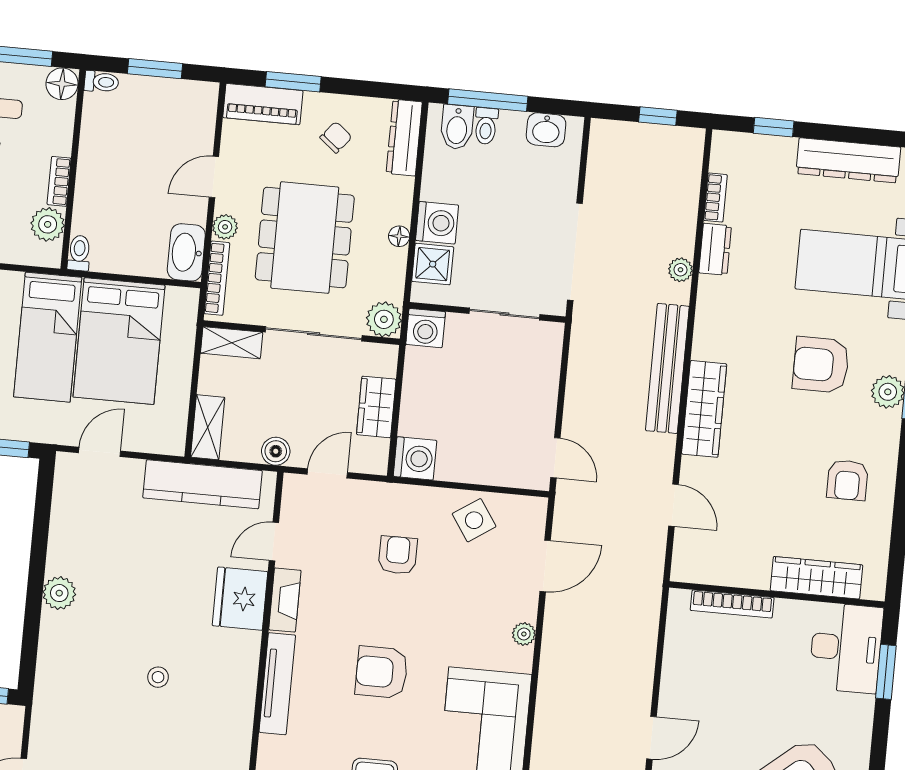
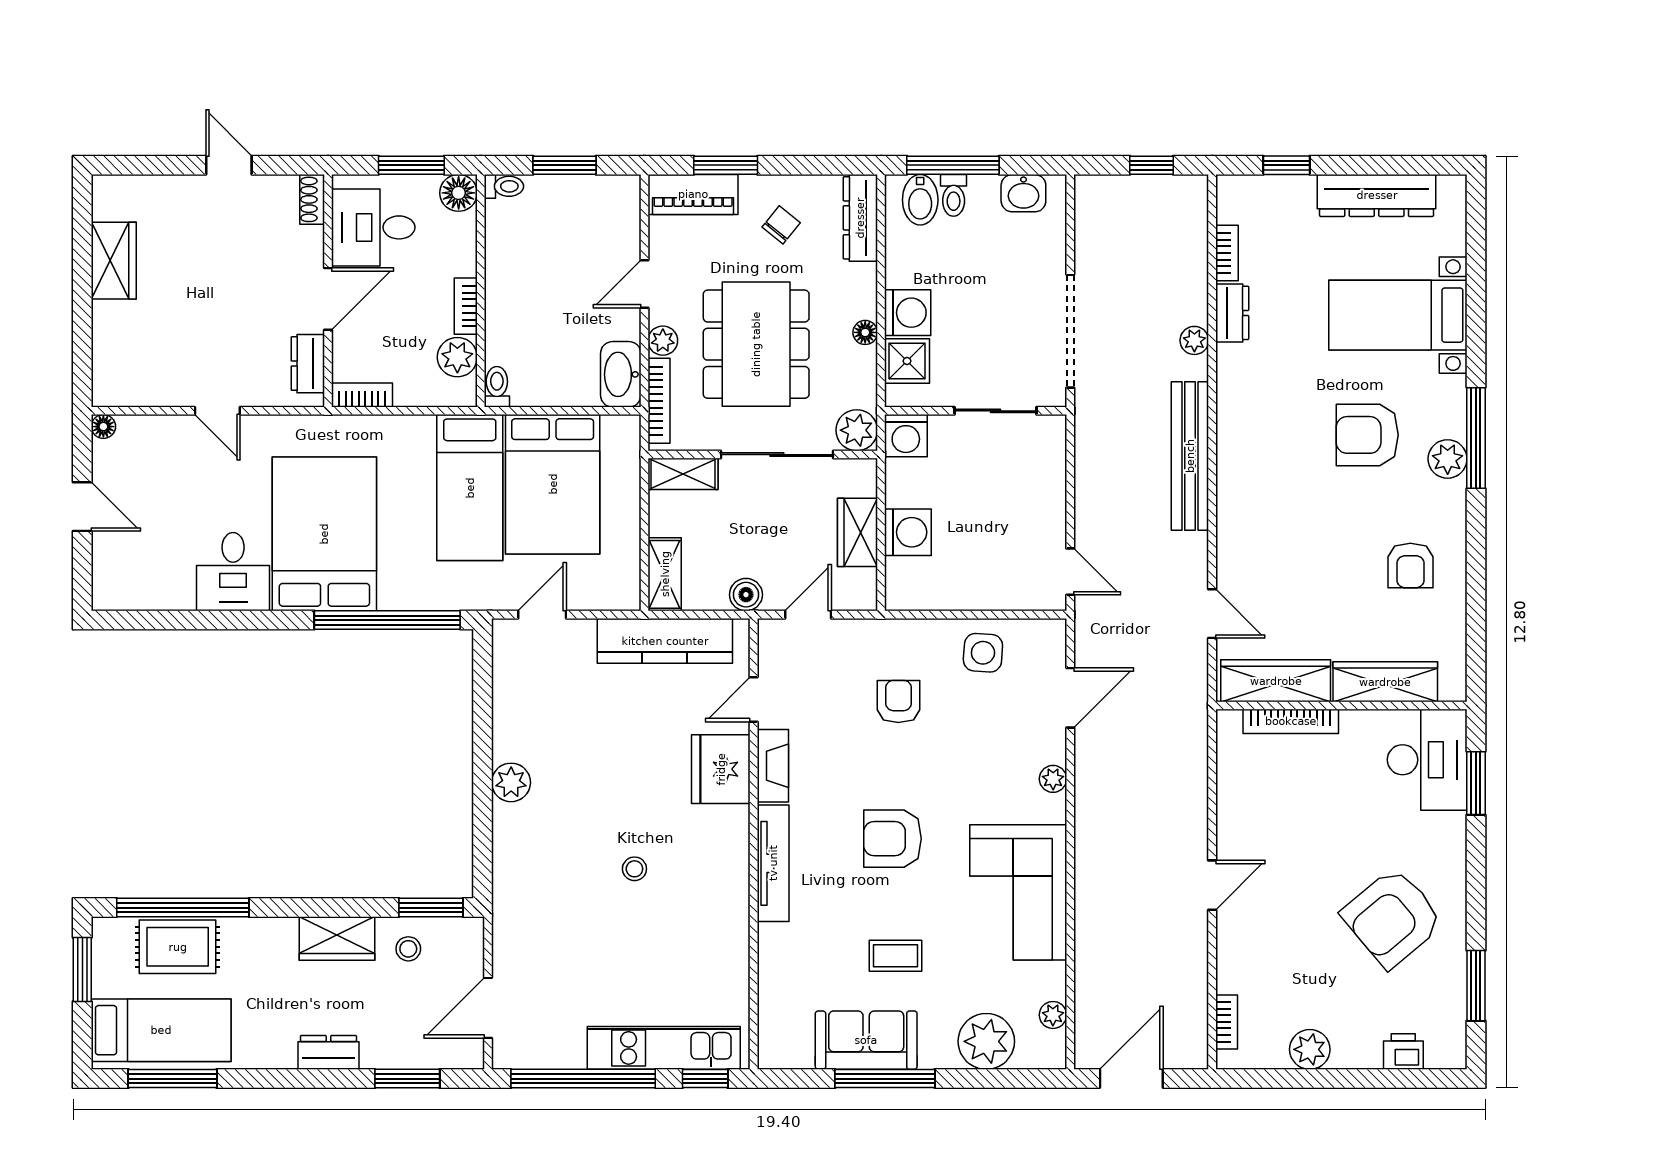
wardrobe: (704, 409) -> (1276, 681), moved, turned -90
washing machine: (415, 458) -> (908, 532), moved
side table: (474, 520) -> (983, 653), turned 38

